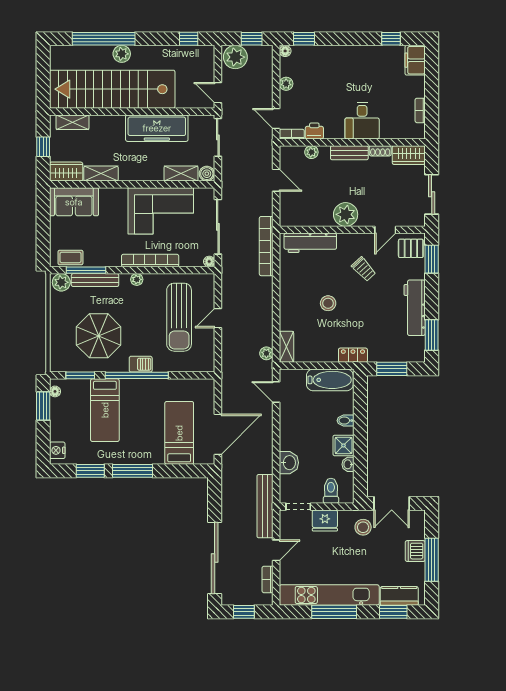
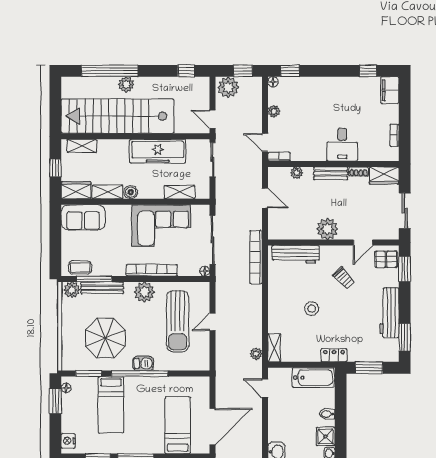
printer: (314, 131) -> (299, 154), removed
boiler: (207, 174) -> (131, 192), moved
plant: (137, 279) -> (144, 292), width x1.88, depth x1.88

